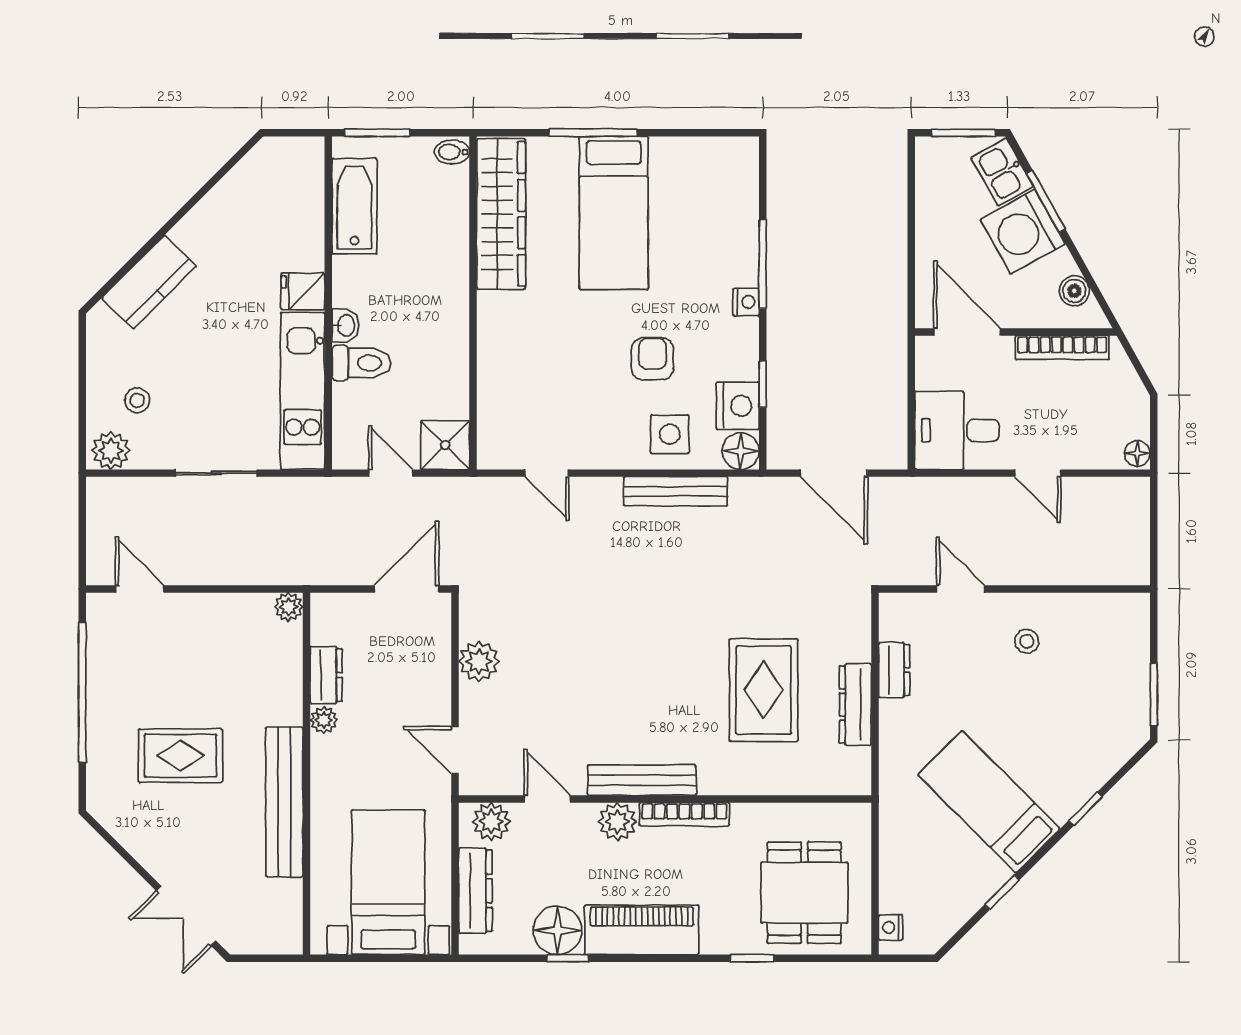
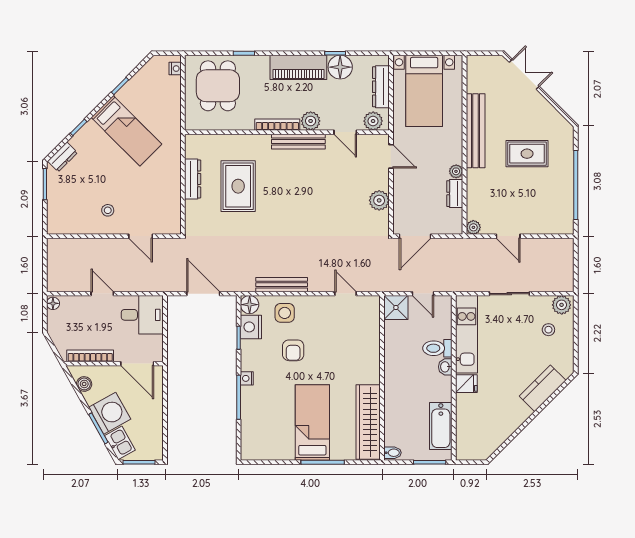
door: (140, 589) -> (508, 236), moved
dresser: (894, 670) -> (63, 157), moved, turned -135

